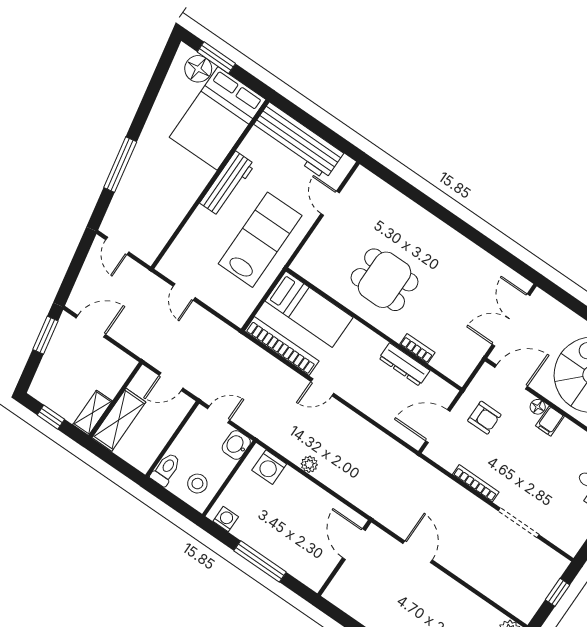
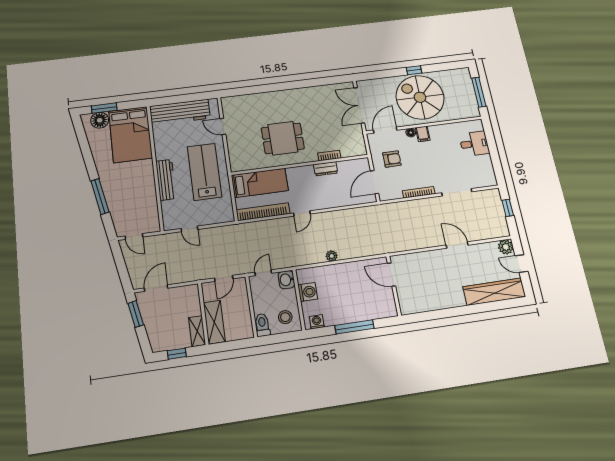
workbench: (227, 184) -> (166, 180), moved
dresser: (404, 364) -> (326, 169), width x0.70
washing machine: (269, 467) -> (308, 292), moved, turned -90
door: (418, 552) -> (457, 245), moved

